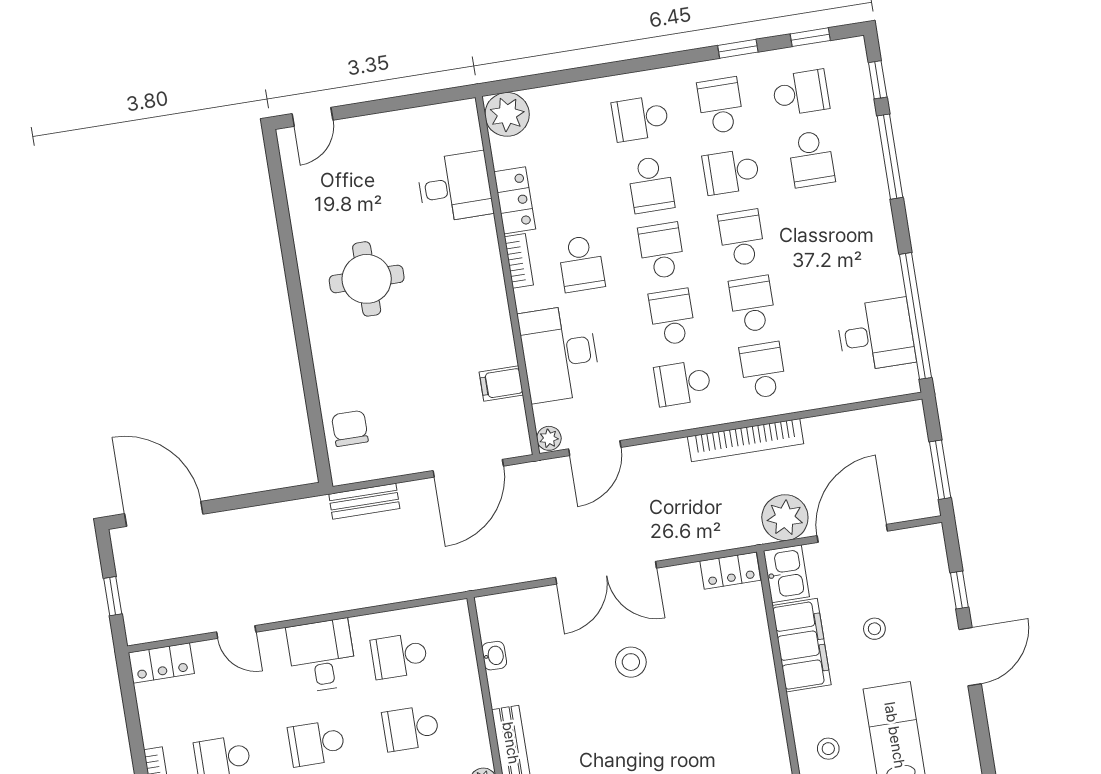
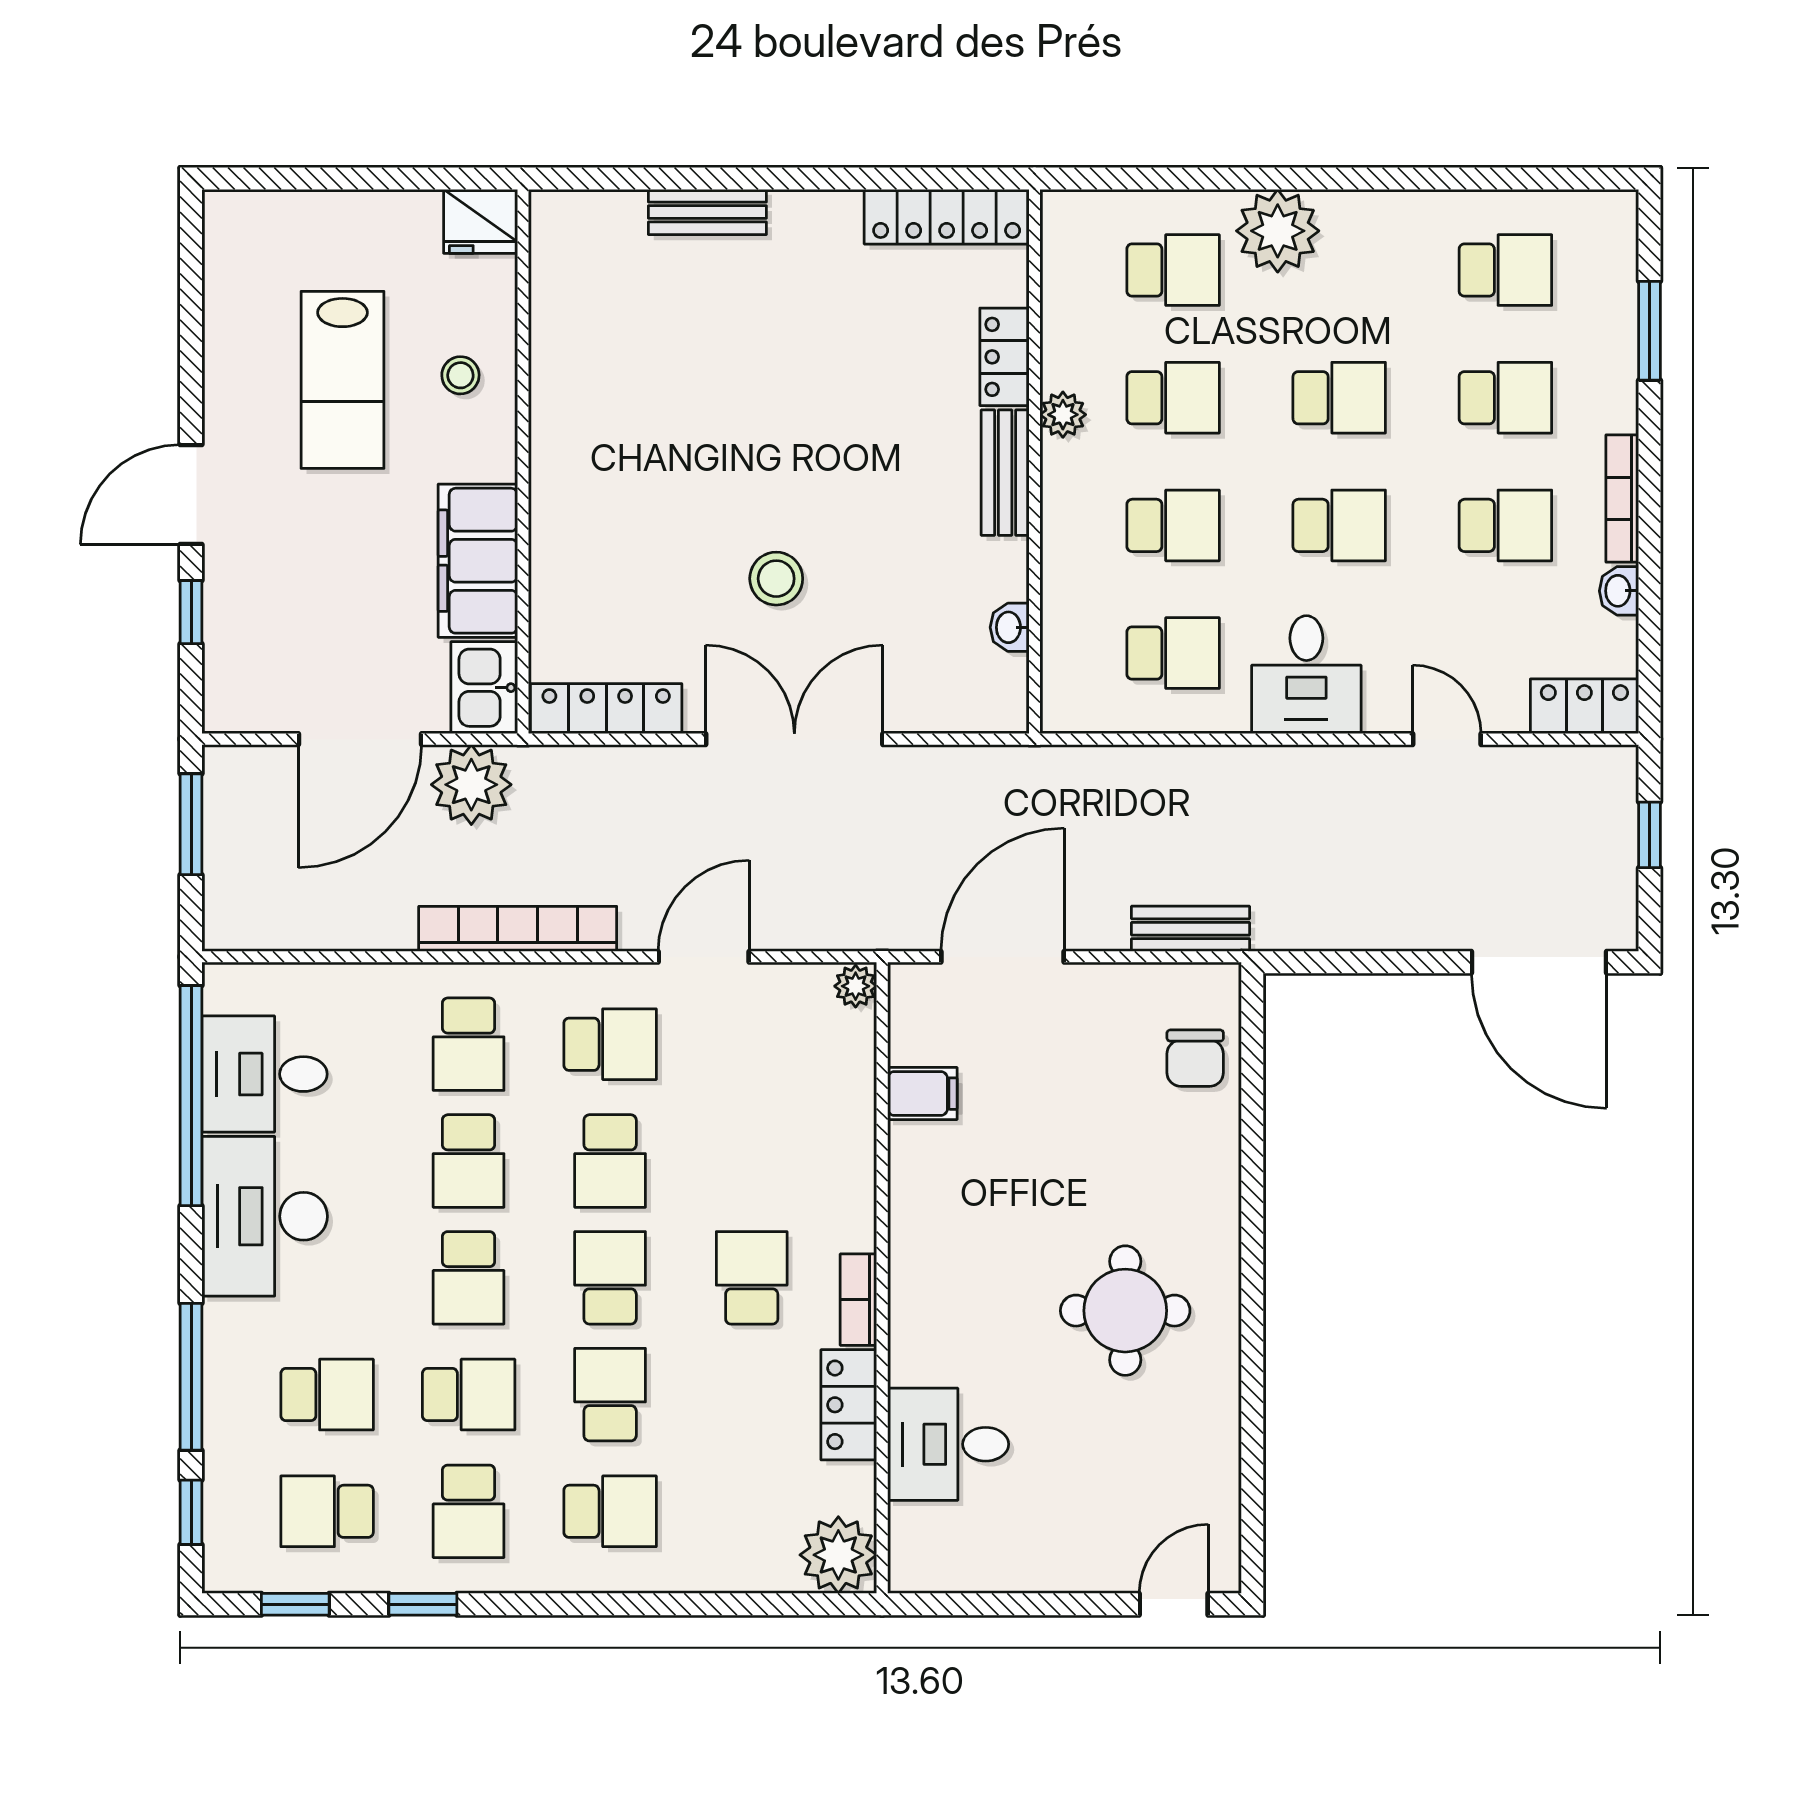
school desk: (811, 159) -> (327, 1395), turned 90
school desk: (662, 251) -> (610, 1278), turned 180
desk: (559, 353) -> (265, 1216), moved, turned 180
door: (595, 448) -> (704, 957), moved
locker: (730, 571) -> (606, 709), width x1.53
stool: (874, 629) -> (348, 569), removed
washbasin: (152, 732) -> (1619, 591), added

